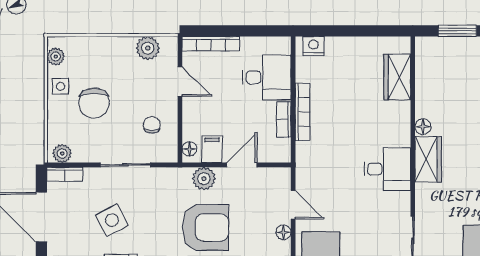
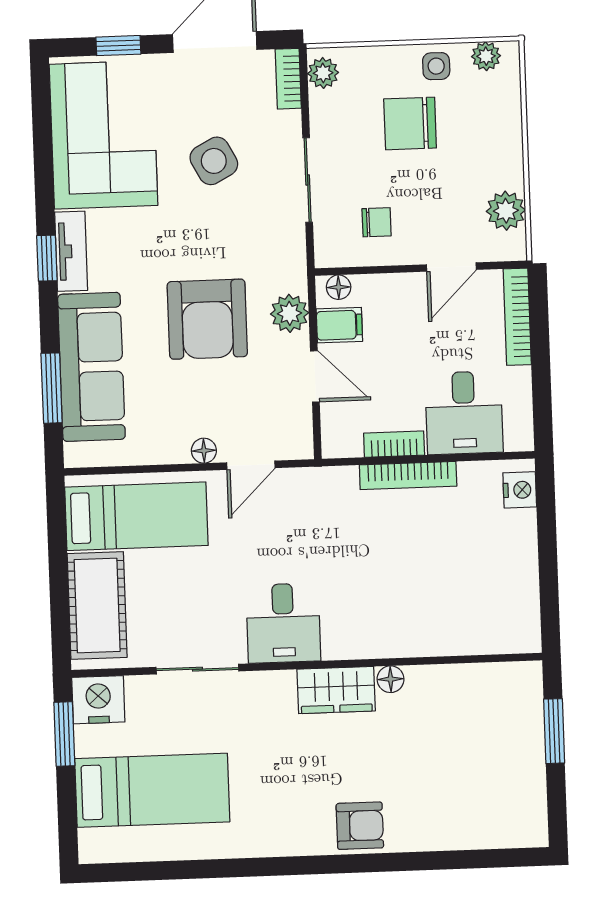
wardrobe: (397, 77) -> (473, 633), removed
desk: (387, 169) -> (283, 623), moved

